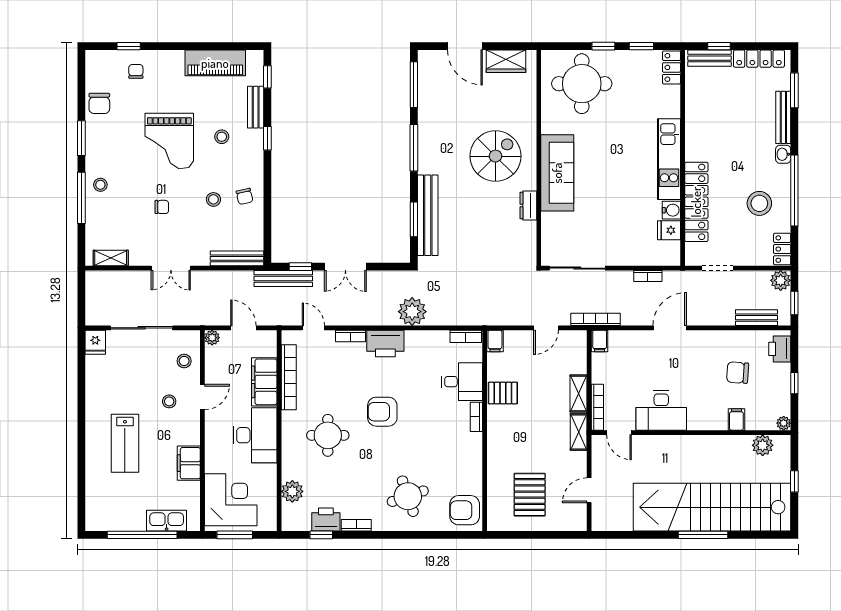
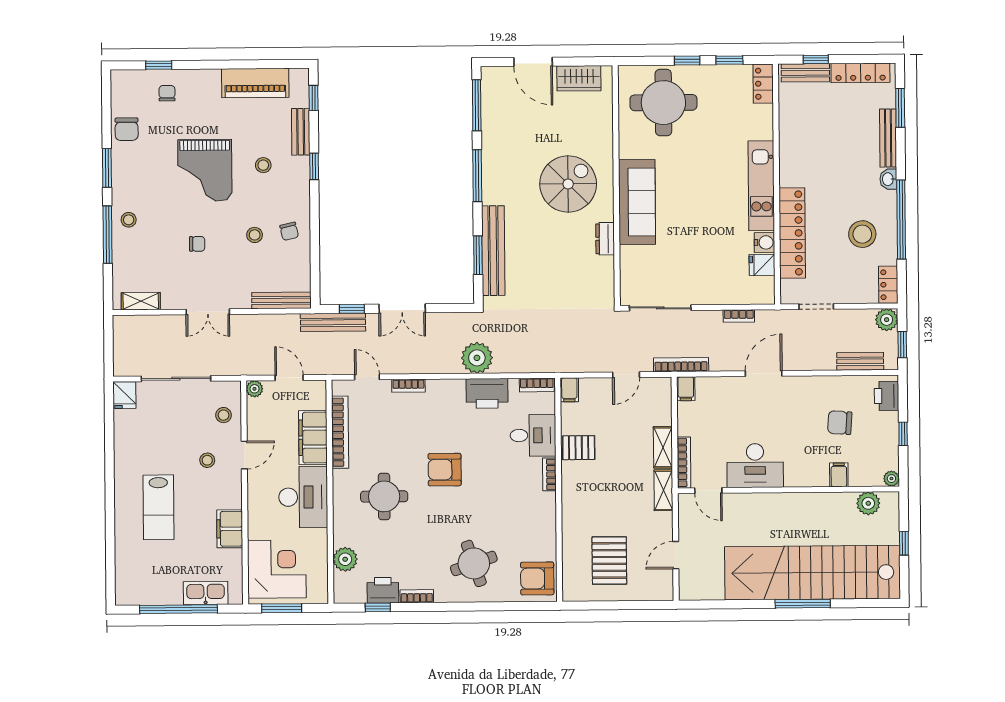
printer: (385, 343) -> (487, 393), moved

